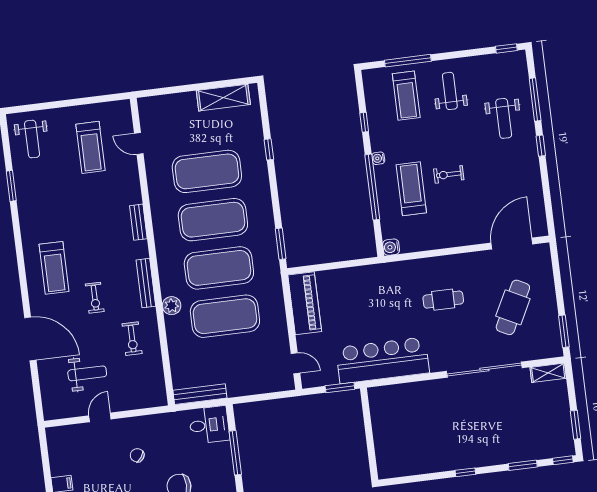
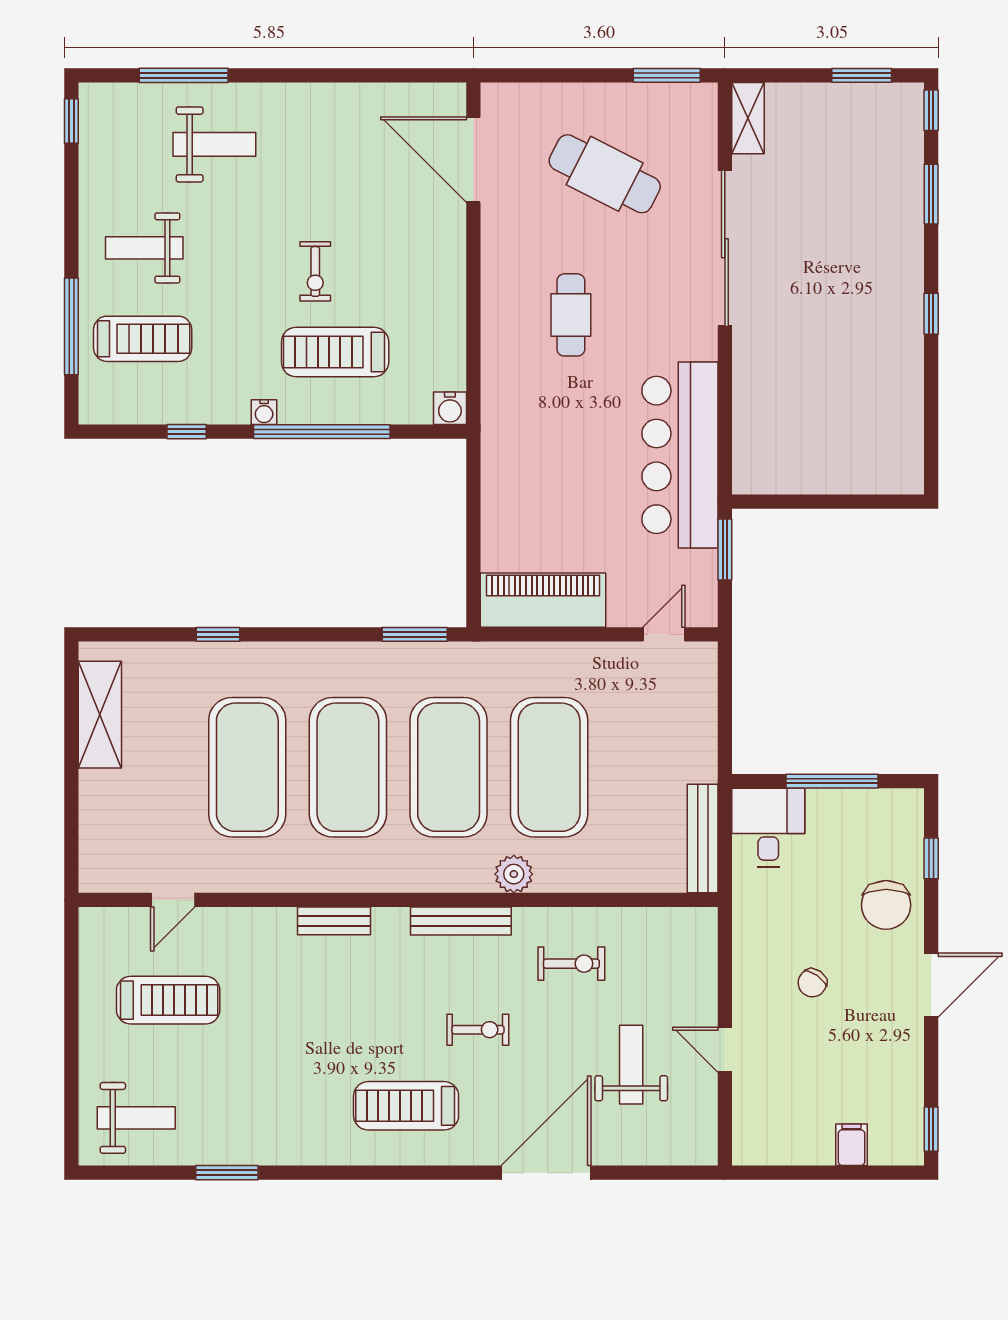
window: (541, 146) -> (280, 75), removed
treadmill: (54, 268) -> (406, 1106), turned 180

